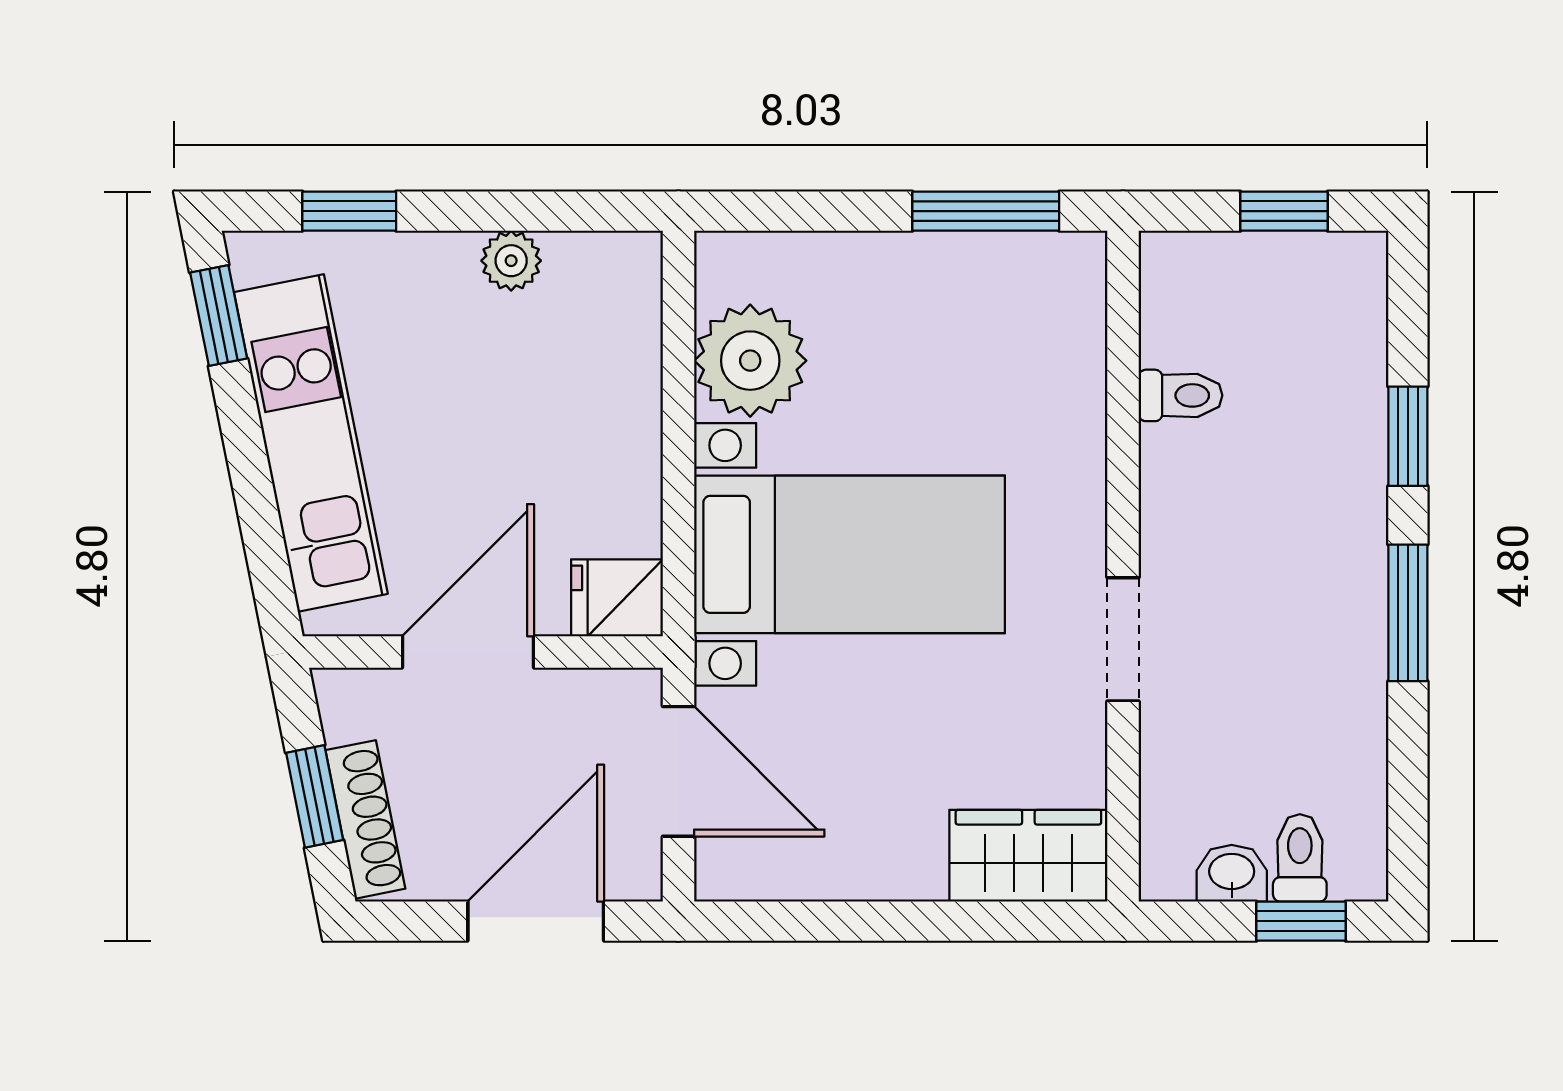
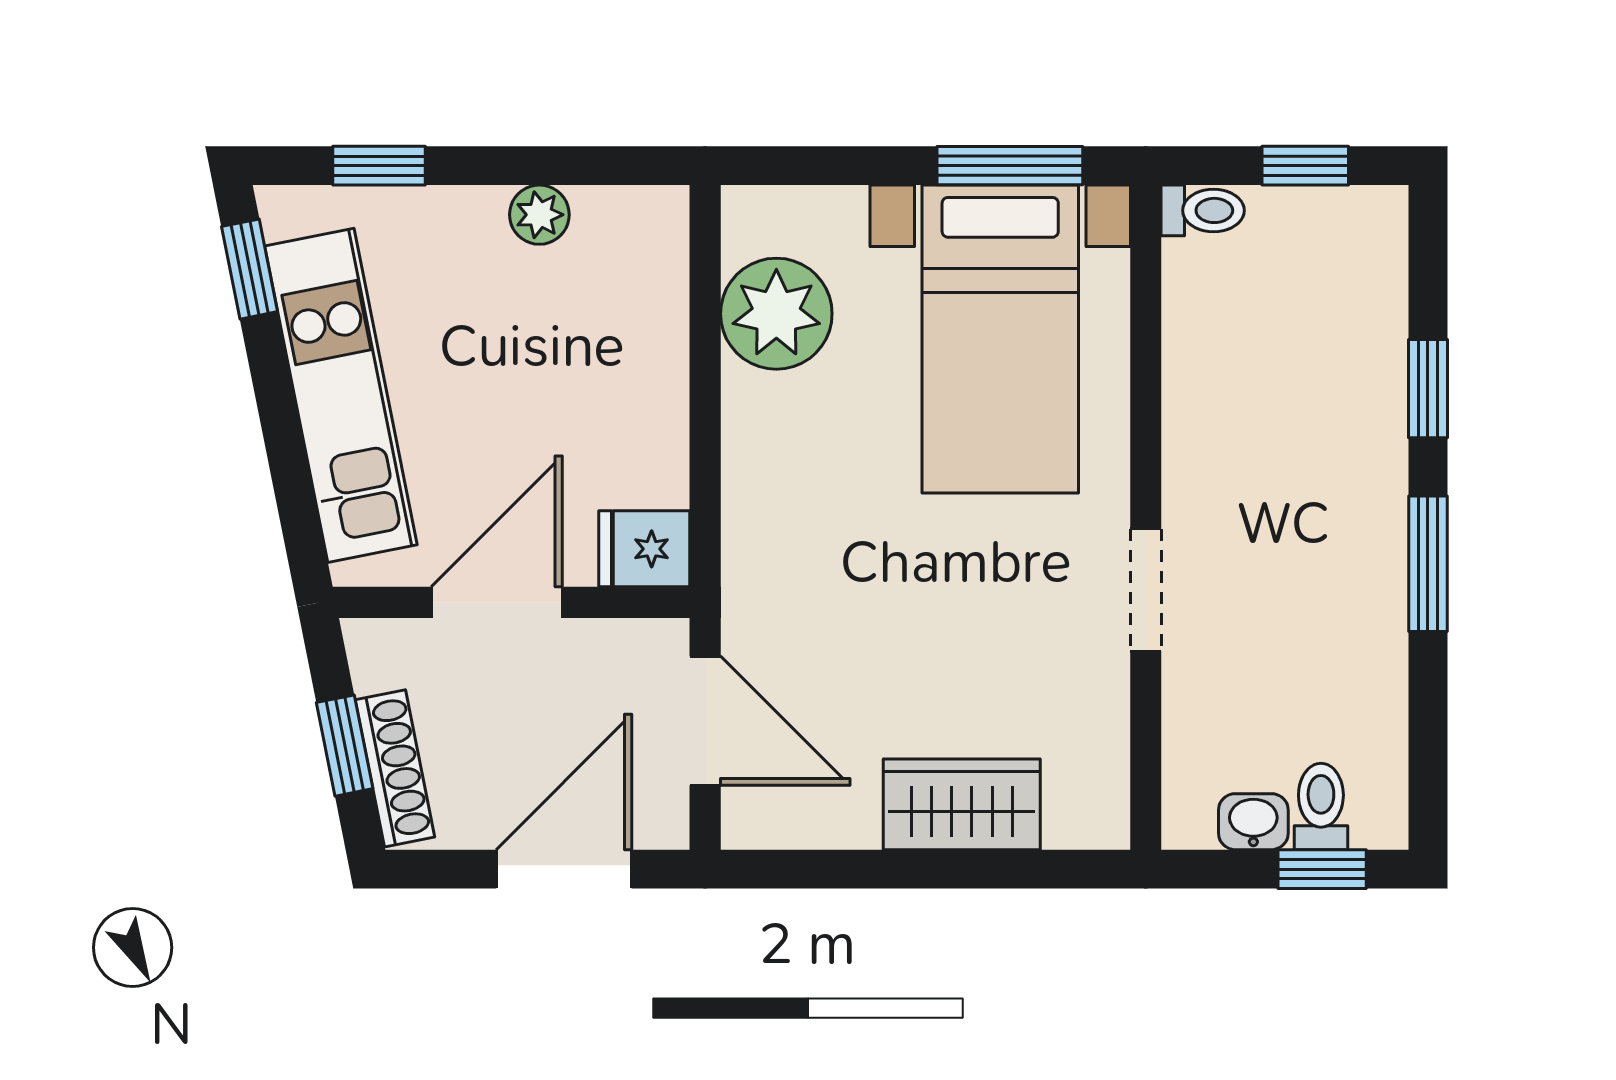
toilet: (1181, 395) -> (1203, 210), moved
bed with nightstands: (849, 554) -> (1000, 339), moved, turned 90
wardrobe: (1028, 856) -> (962, 804), moved

